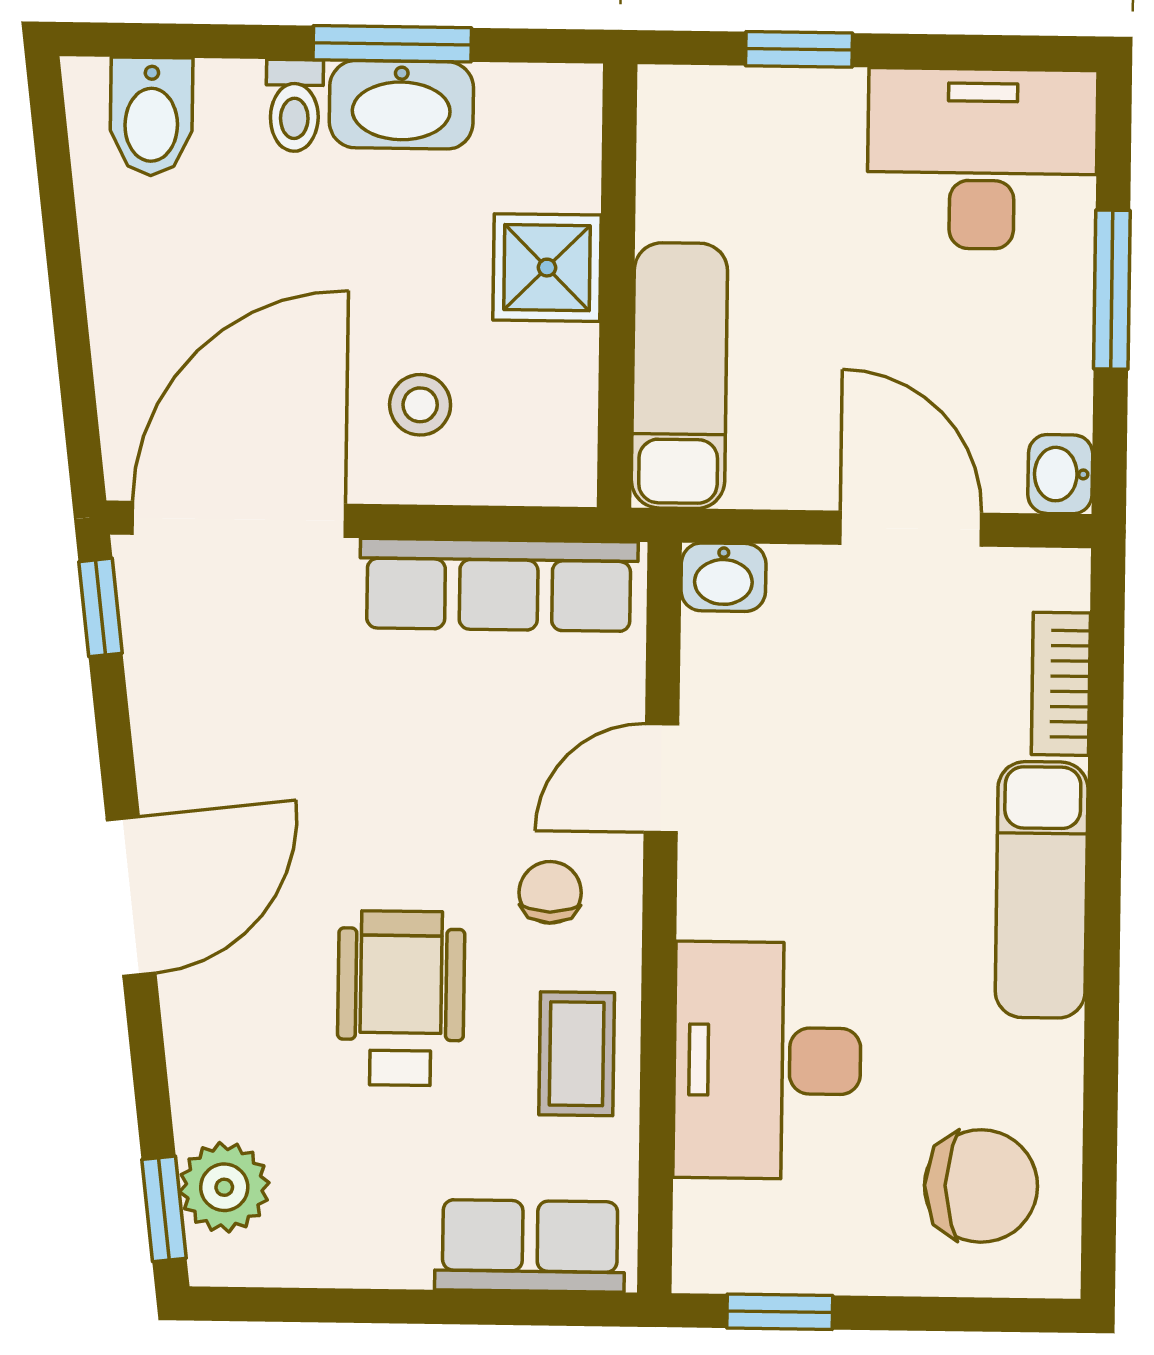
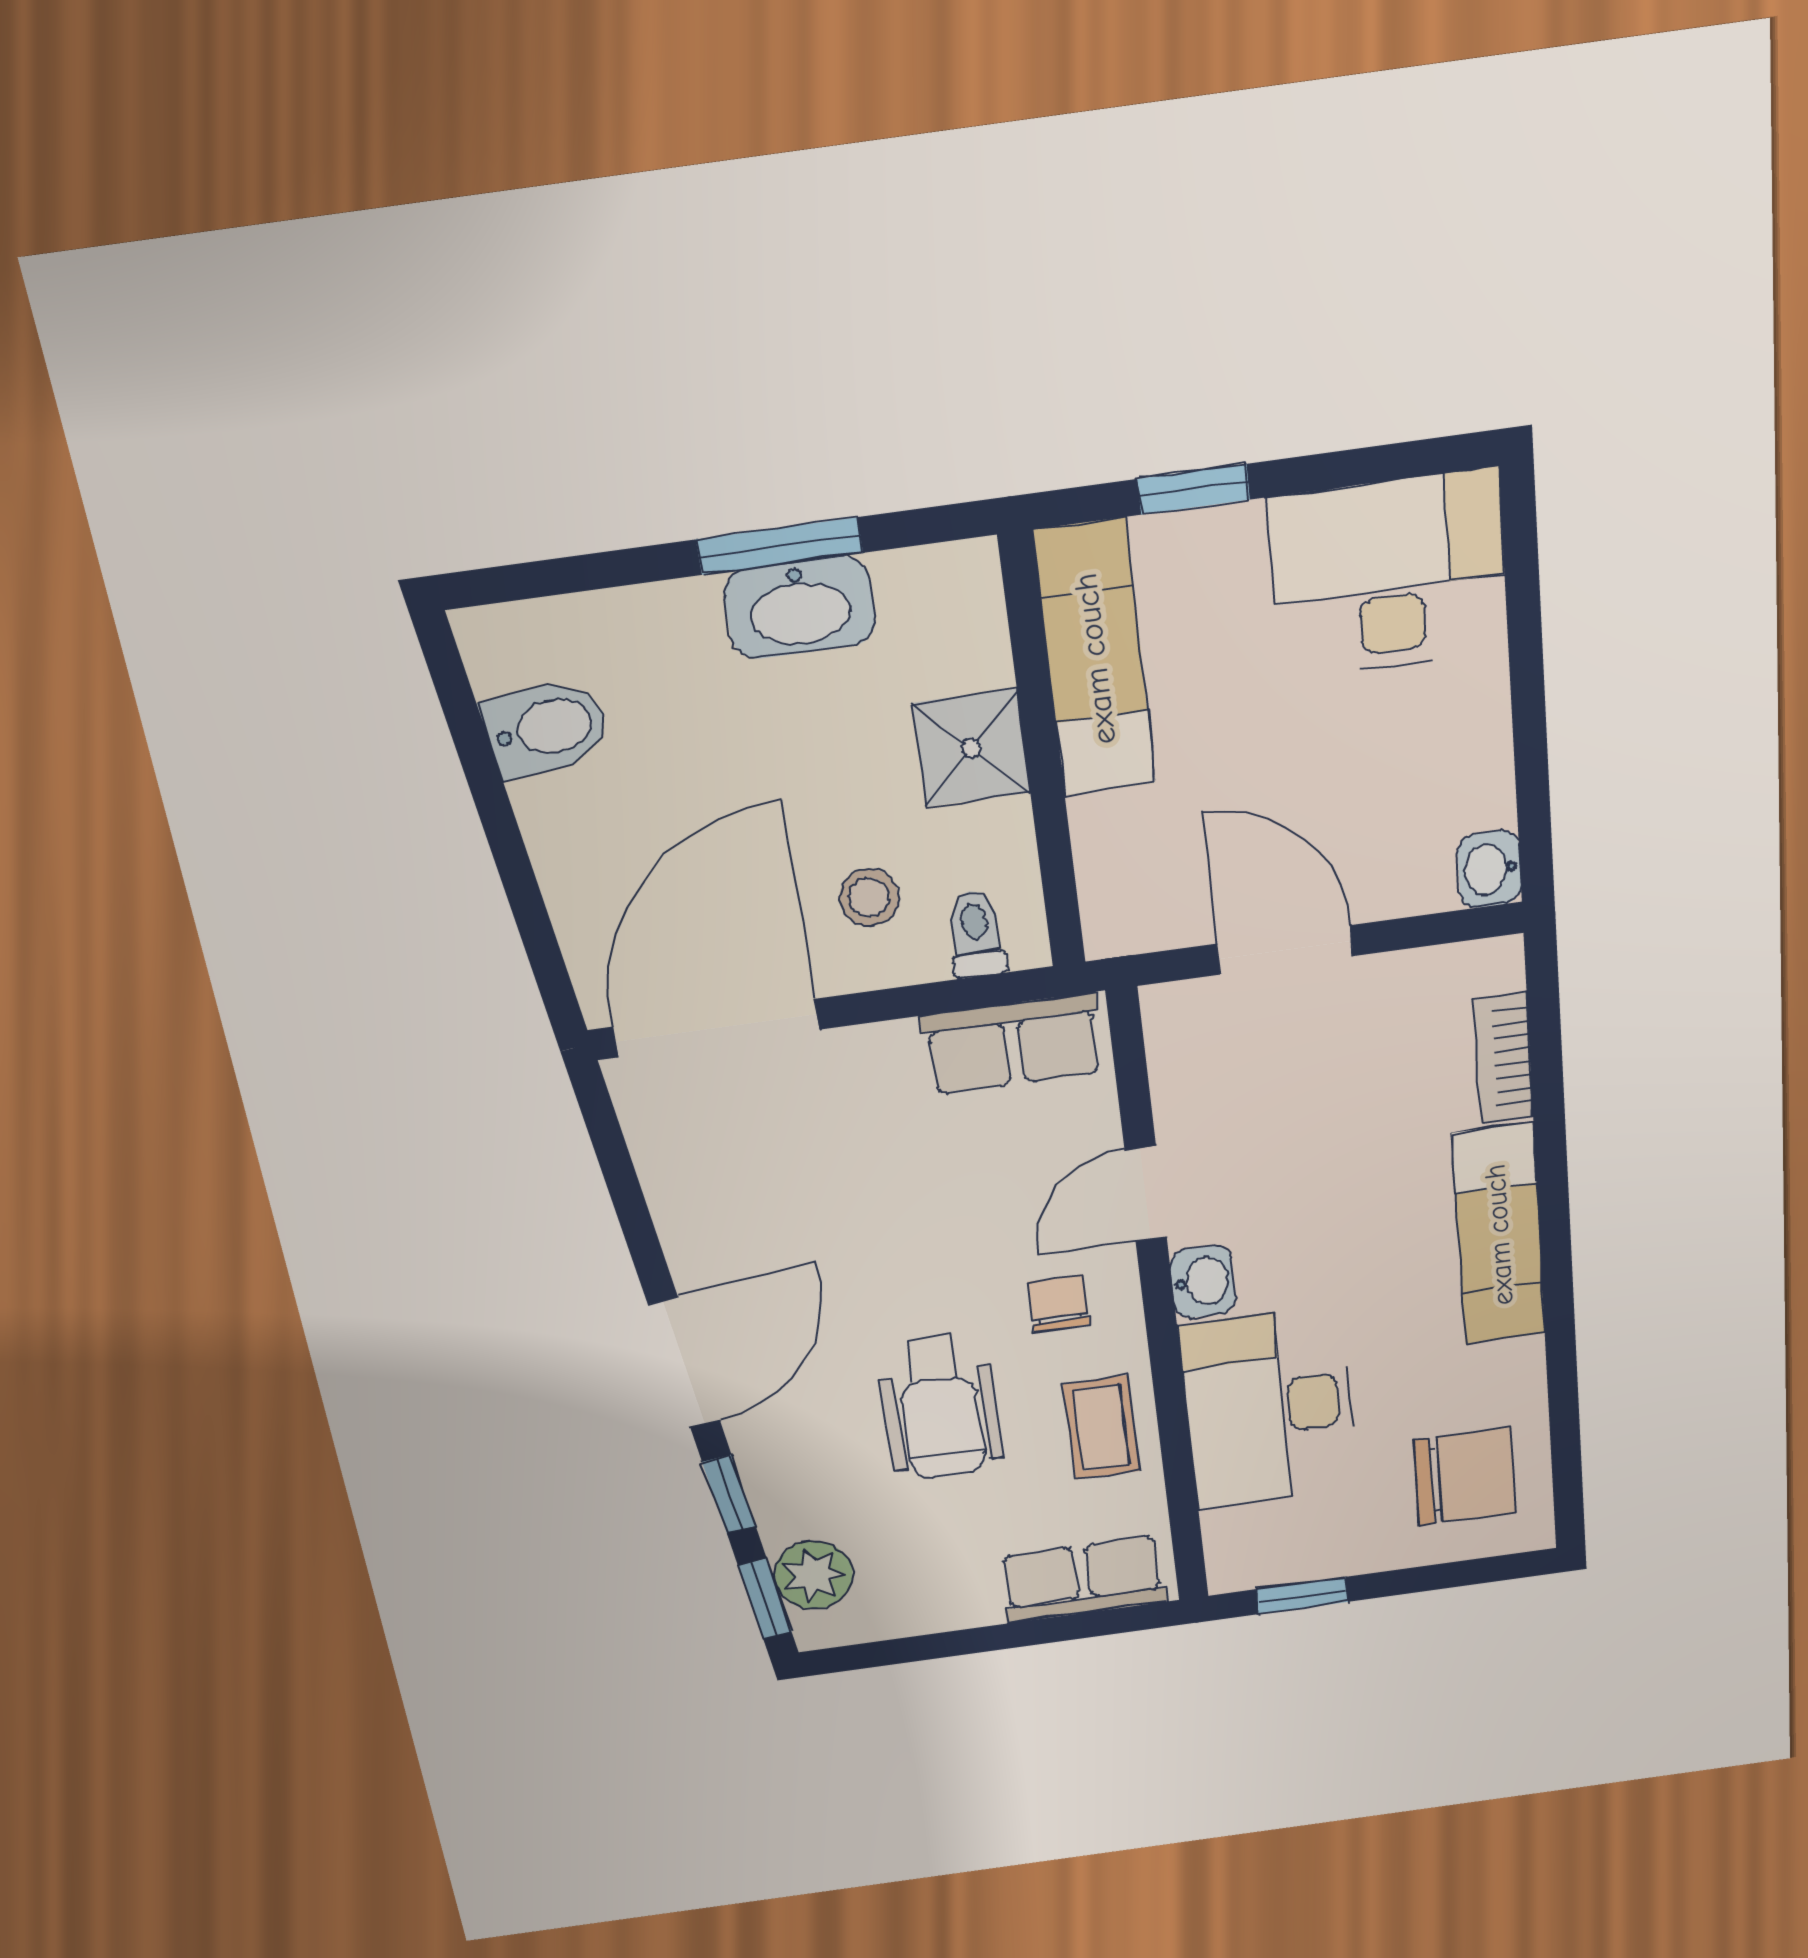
toilet: (294, 105) -> (976, 934), moved, turned 180
bidet: (151, 116) -> (547, 728), moved, turned -97
window: (1112, 290) -> (1527, 686), removed
exam couch: (679, 376) -> (1095, 659), moved
door: (911, 529) -> (1285, 950), moved
washbasin: (723, 577) -> (1203, 1282), moved, turned -90
row of seats: (499, 585) -> (1013, 1044), width x0.68
window: (101, 607) -> (729, 1494), moved
wheelchair: (401, 998) -> (940, 1408), turned 180

